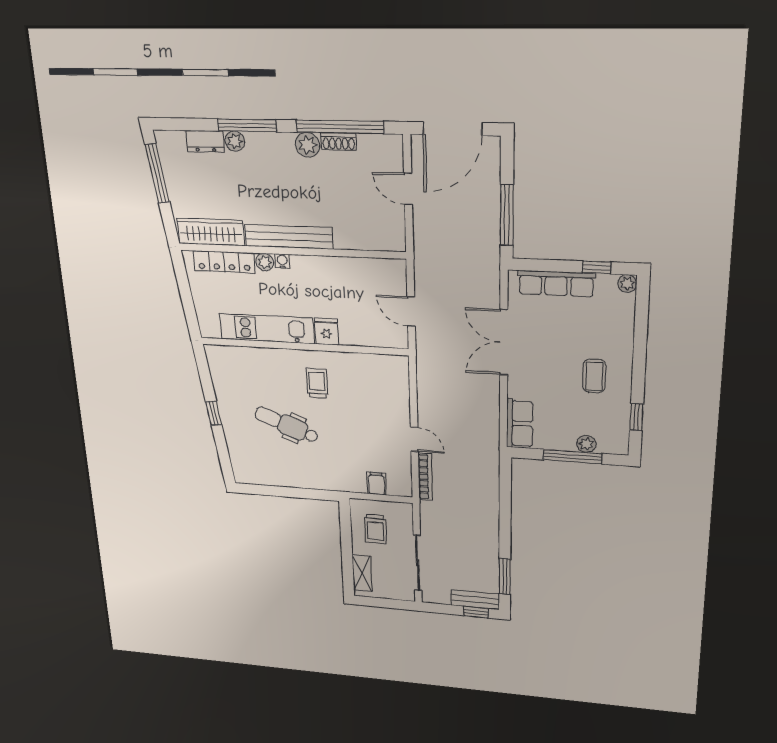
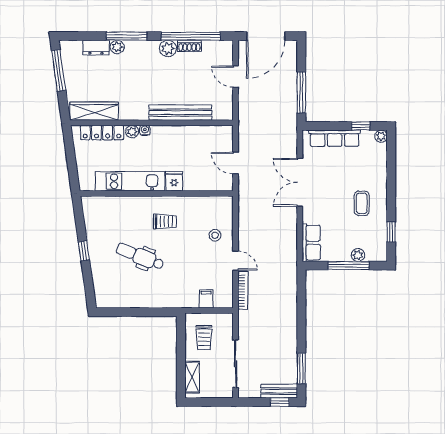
bench: (289, 237) -> (180, 113), moved
trolley: (317, 383) -> (165, 221), turned 90
stool: (385, 405) -> (215, 235), added

